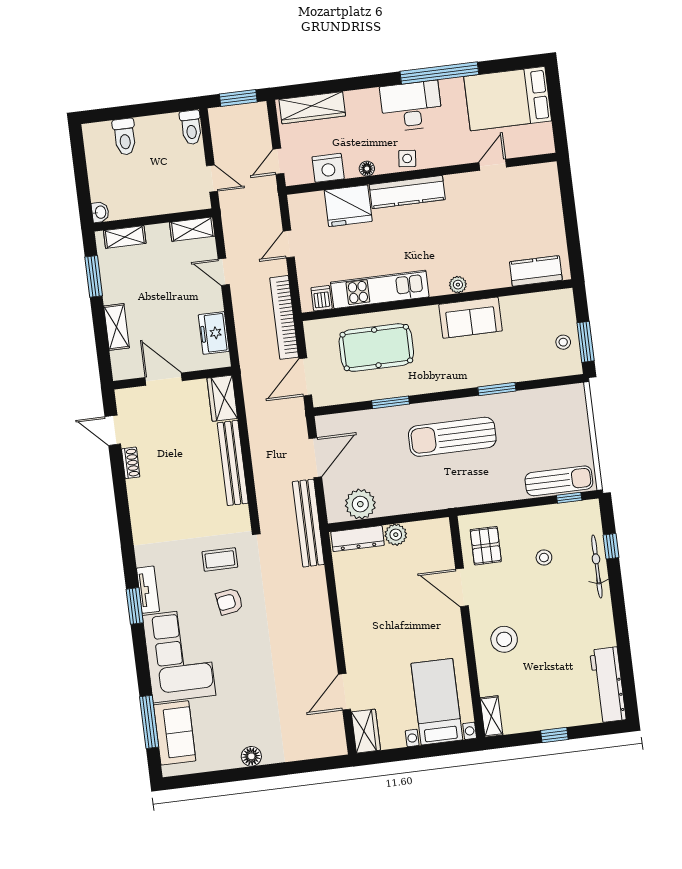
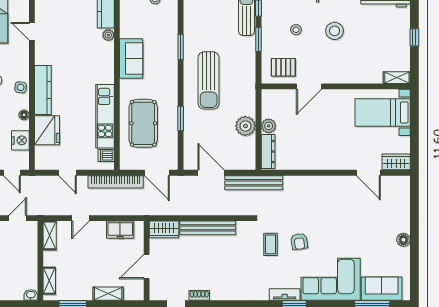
plant: (458, 285) -> (108, 35), moved
plant: (360, 504) -> (245, 126), moved
window: (523, 504) -> (258, 39), added
stool: (504, 639) -> (335, 31), moved

